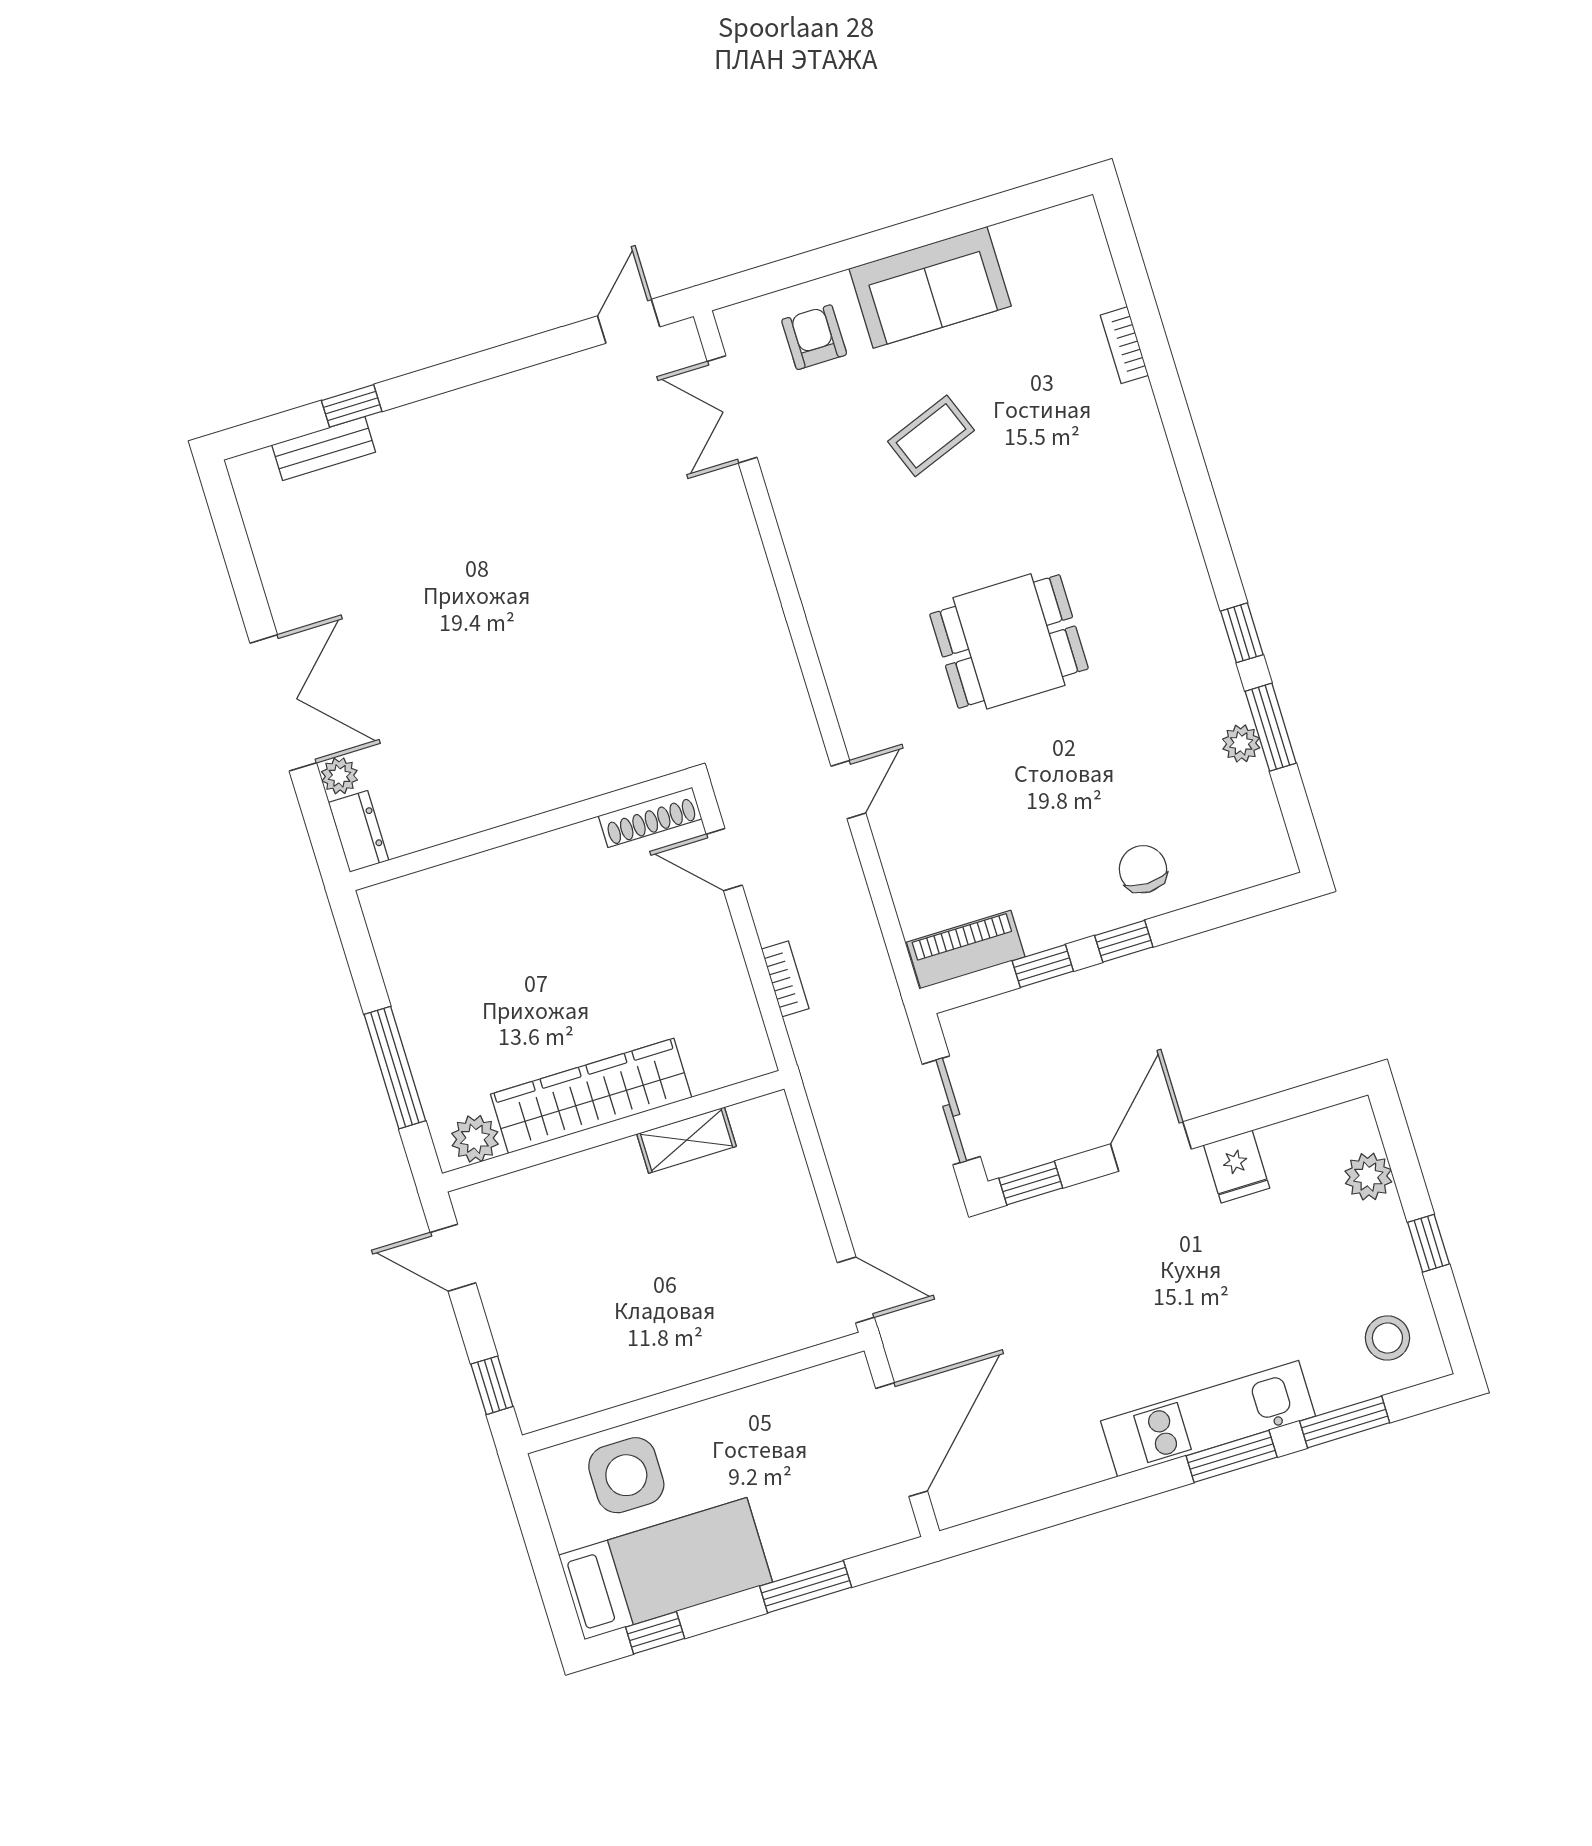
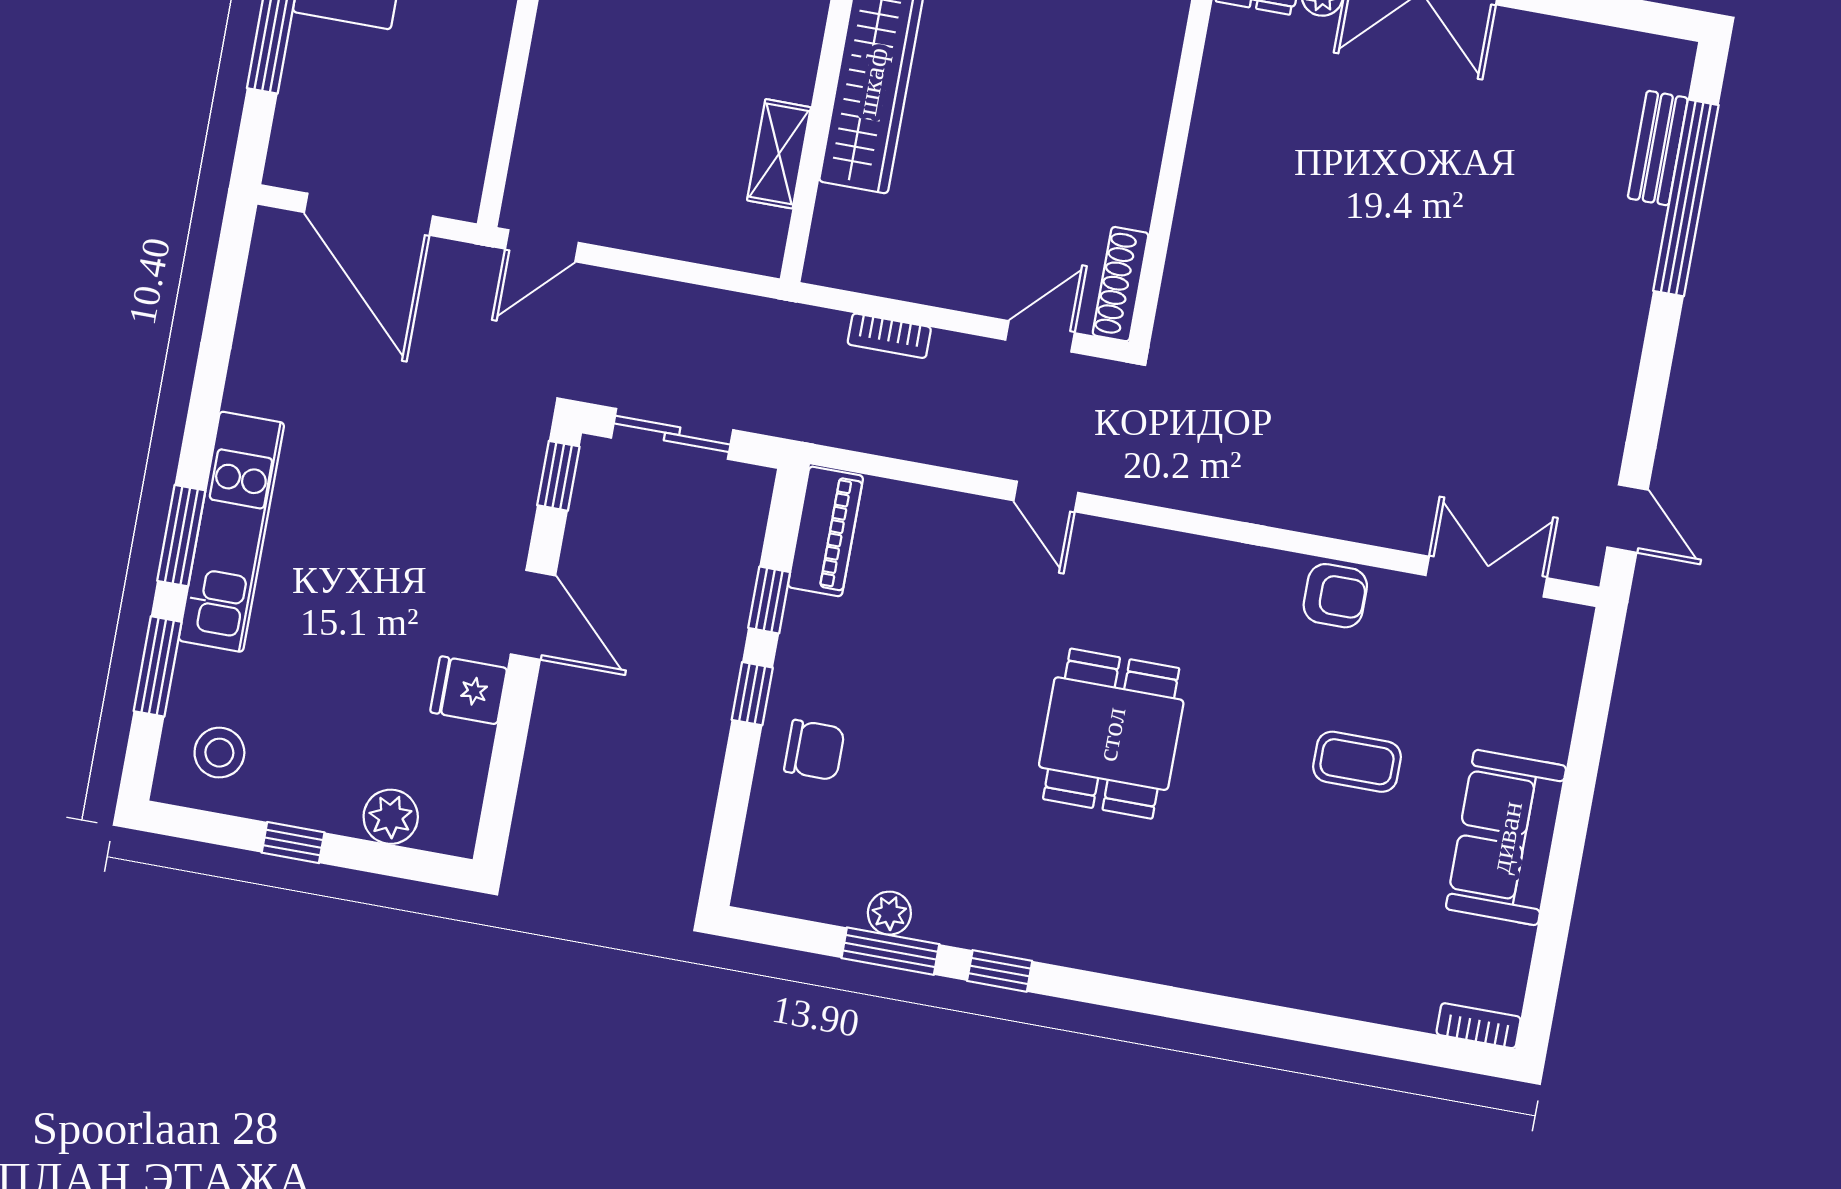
armchair: (814, 337) -> (1335, 596), moved
bookcase: (1124, 345) -> (1479, 1026), moved
window: (352, 406) -> (1686, 198), width x3.17
coffee table: (931, 436) -> (1357, 762), turned -69

